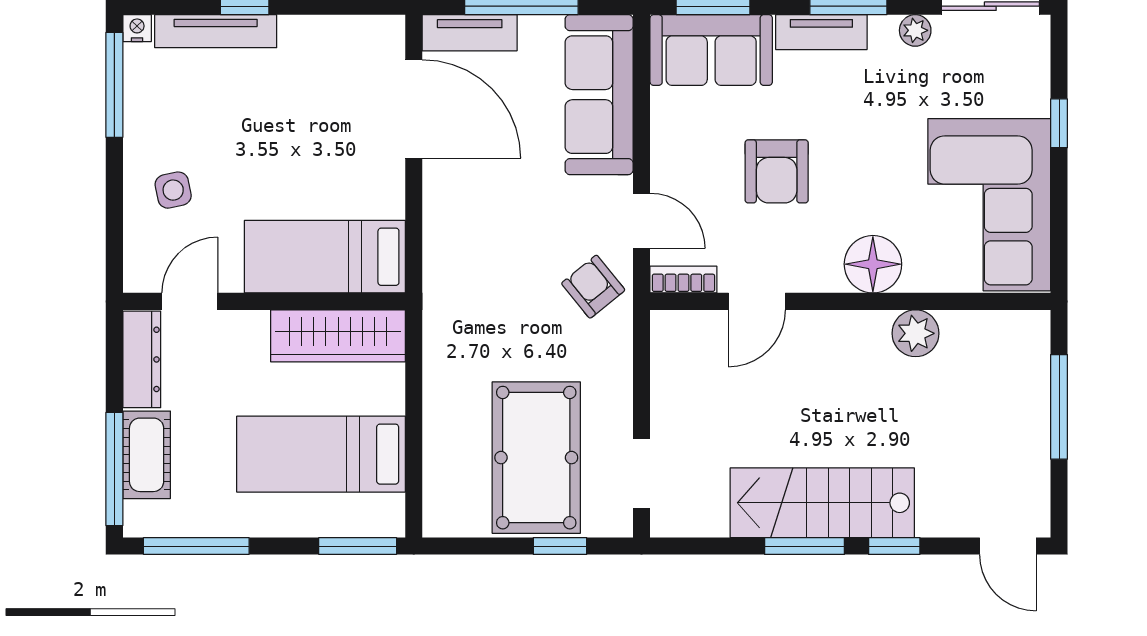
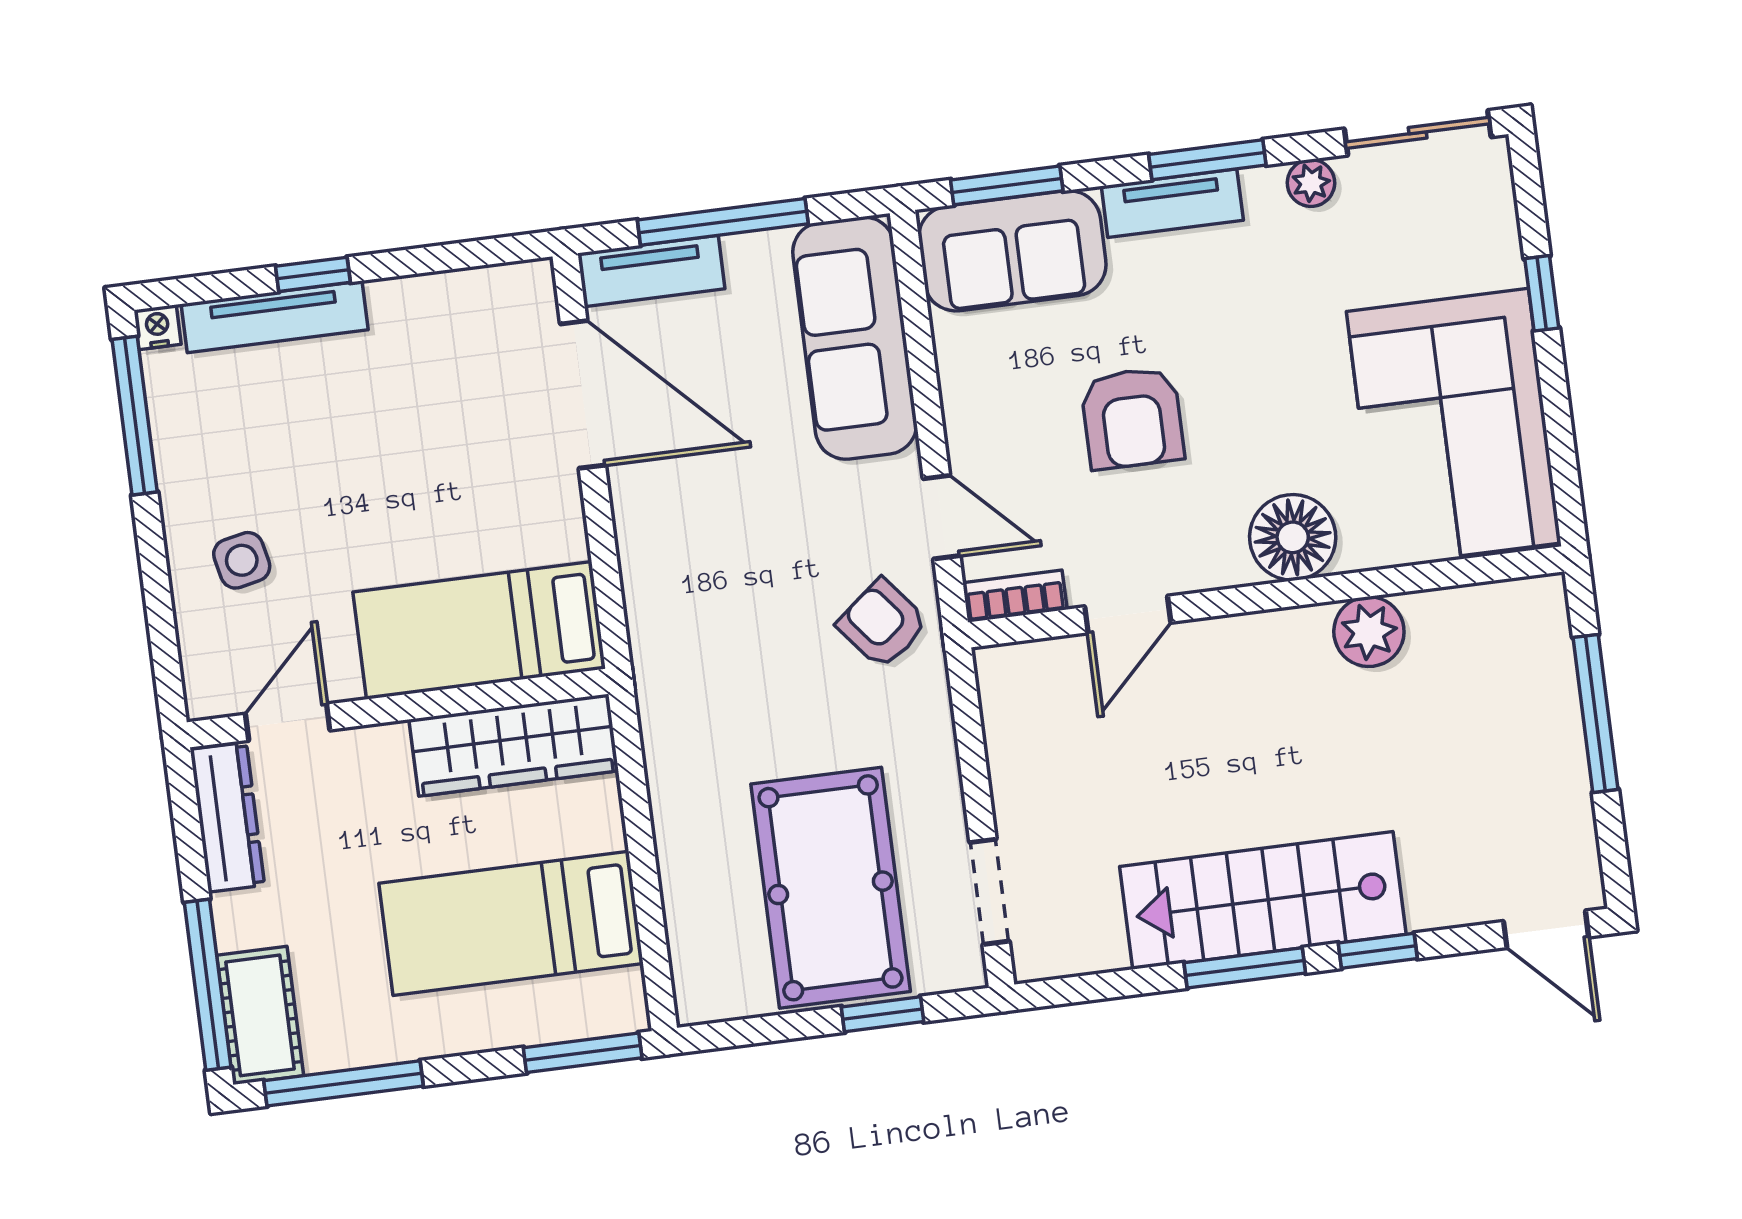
cot: (147, 455) -> (260, 1015), moved

